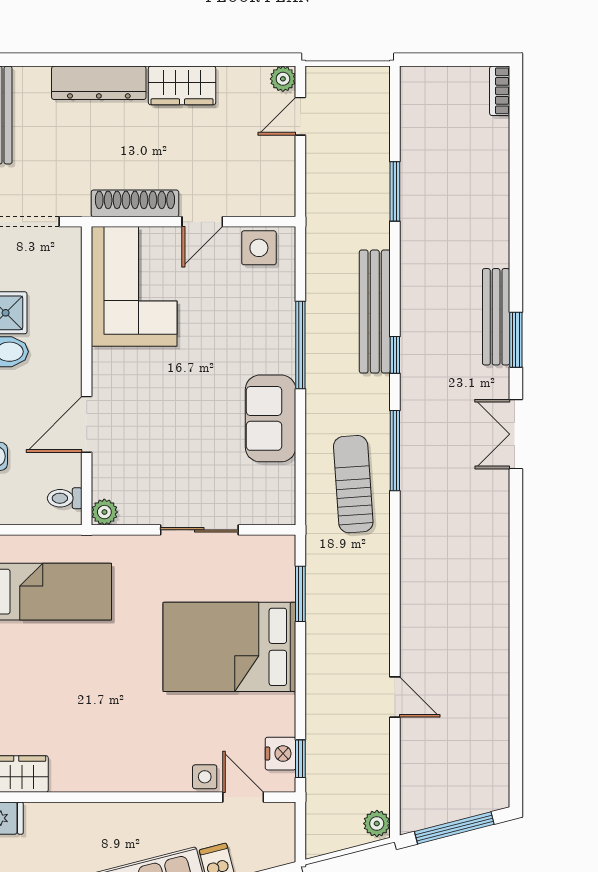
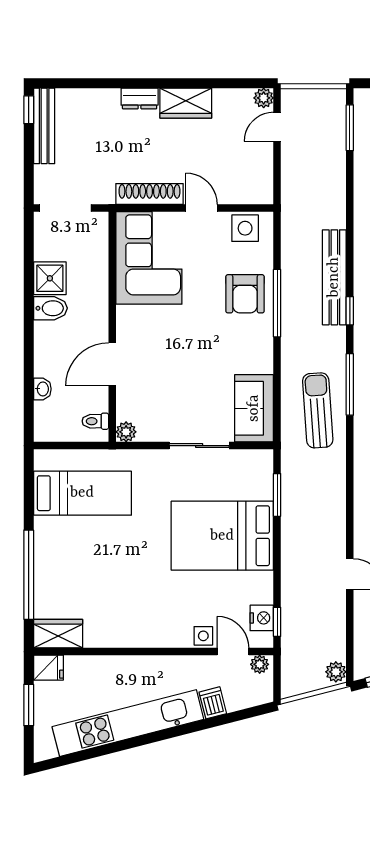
dresser: (99, 83) -> (140, 98), width x0.51, depth x0.80
window: (395, 191) -> (350, 128), moved
door: (202, 222) -> (201, 208), swing flipped
armchair: (259, 333) -> (245, 294), added
sofa: (271, 418) -> (254, 408), moved
plant: (278, 814) -> (260, 664), added

